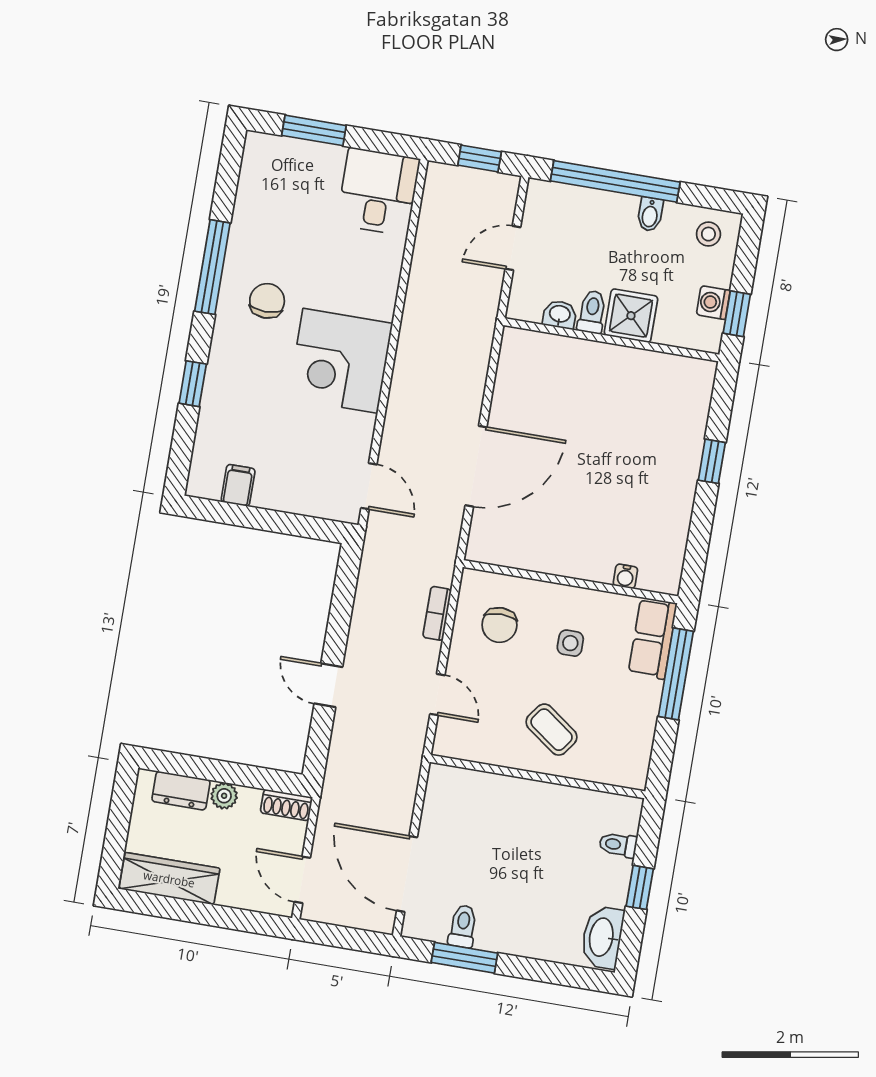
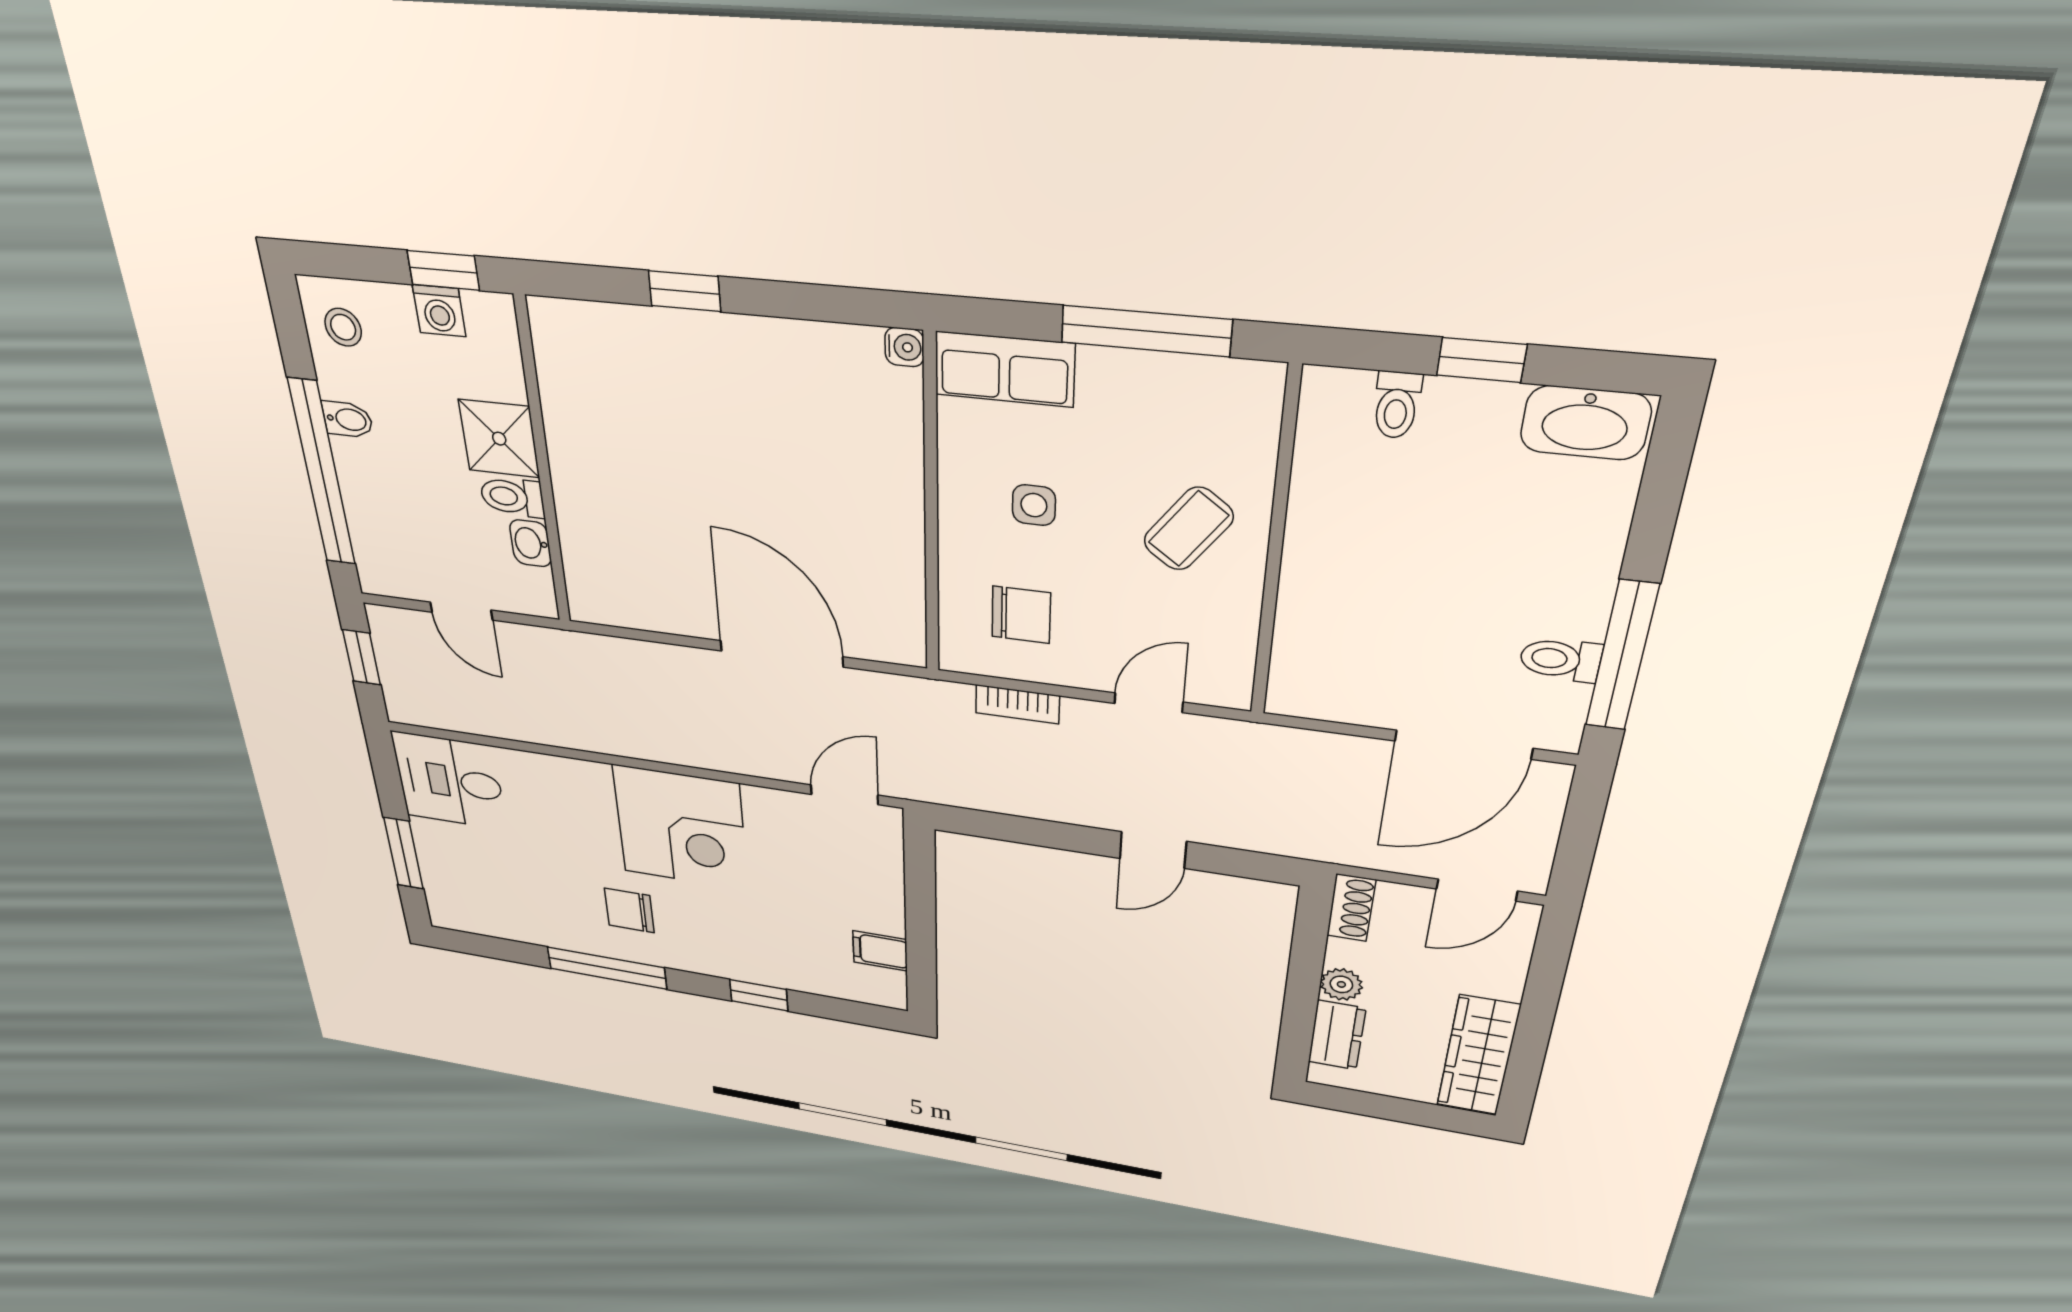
water cooler: (625, 576) -> (904, 347), moved
window: (676, 674) -> (1146, 331), moved
window: (464, 958) -> (1622, 656), width x1.44

